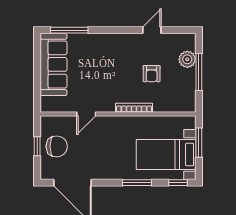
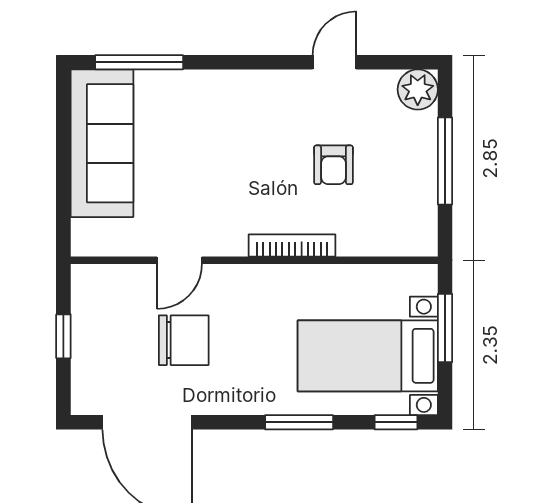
plant: (187, 59) -> (418, 90), moved
chair: (57, 146) -> (184, 340), moved

